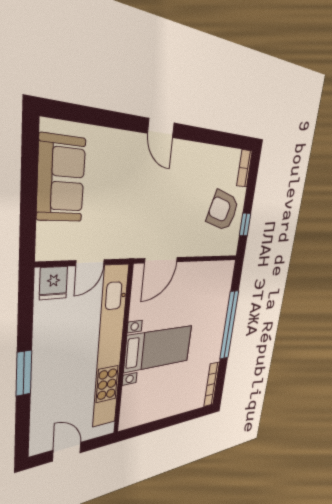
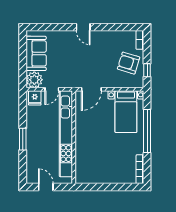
plant: (54, 242) -> (34, 80), added
bed with nightstands: (159, 349) -> (126, 112), moved, turned 90

